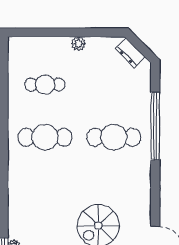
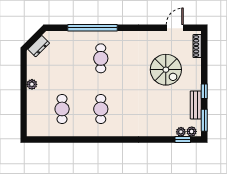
cafe table: (45, 137) -> (101, 109), width x0.73, depth x0.74
cafe table: (114, 137) -> (101, 58), width x0.73, depth x0.74

